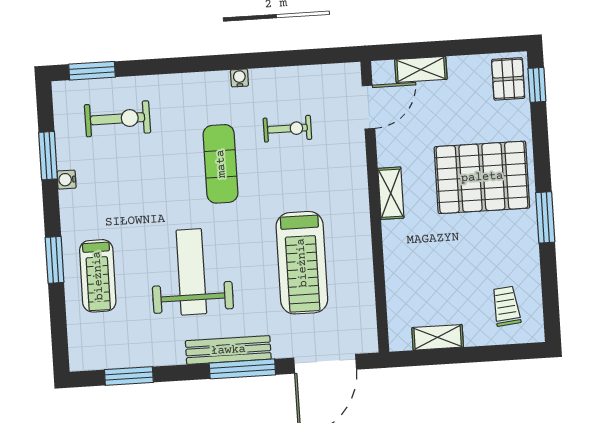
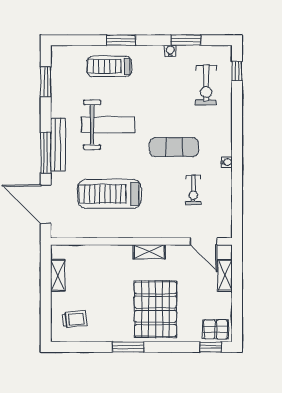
window: (92, 71) -> (237, 71), width x0.67

